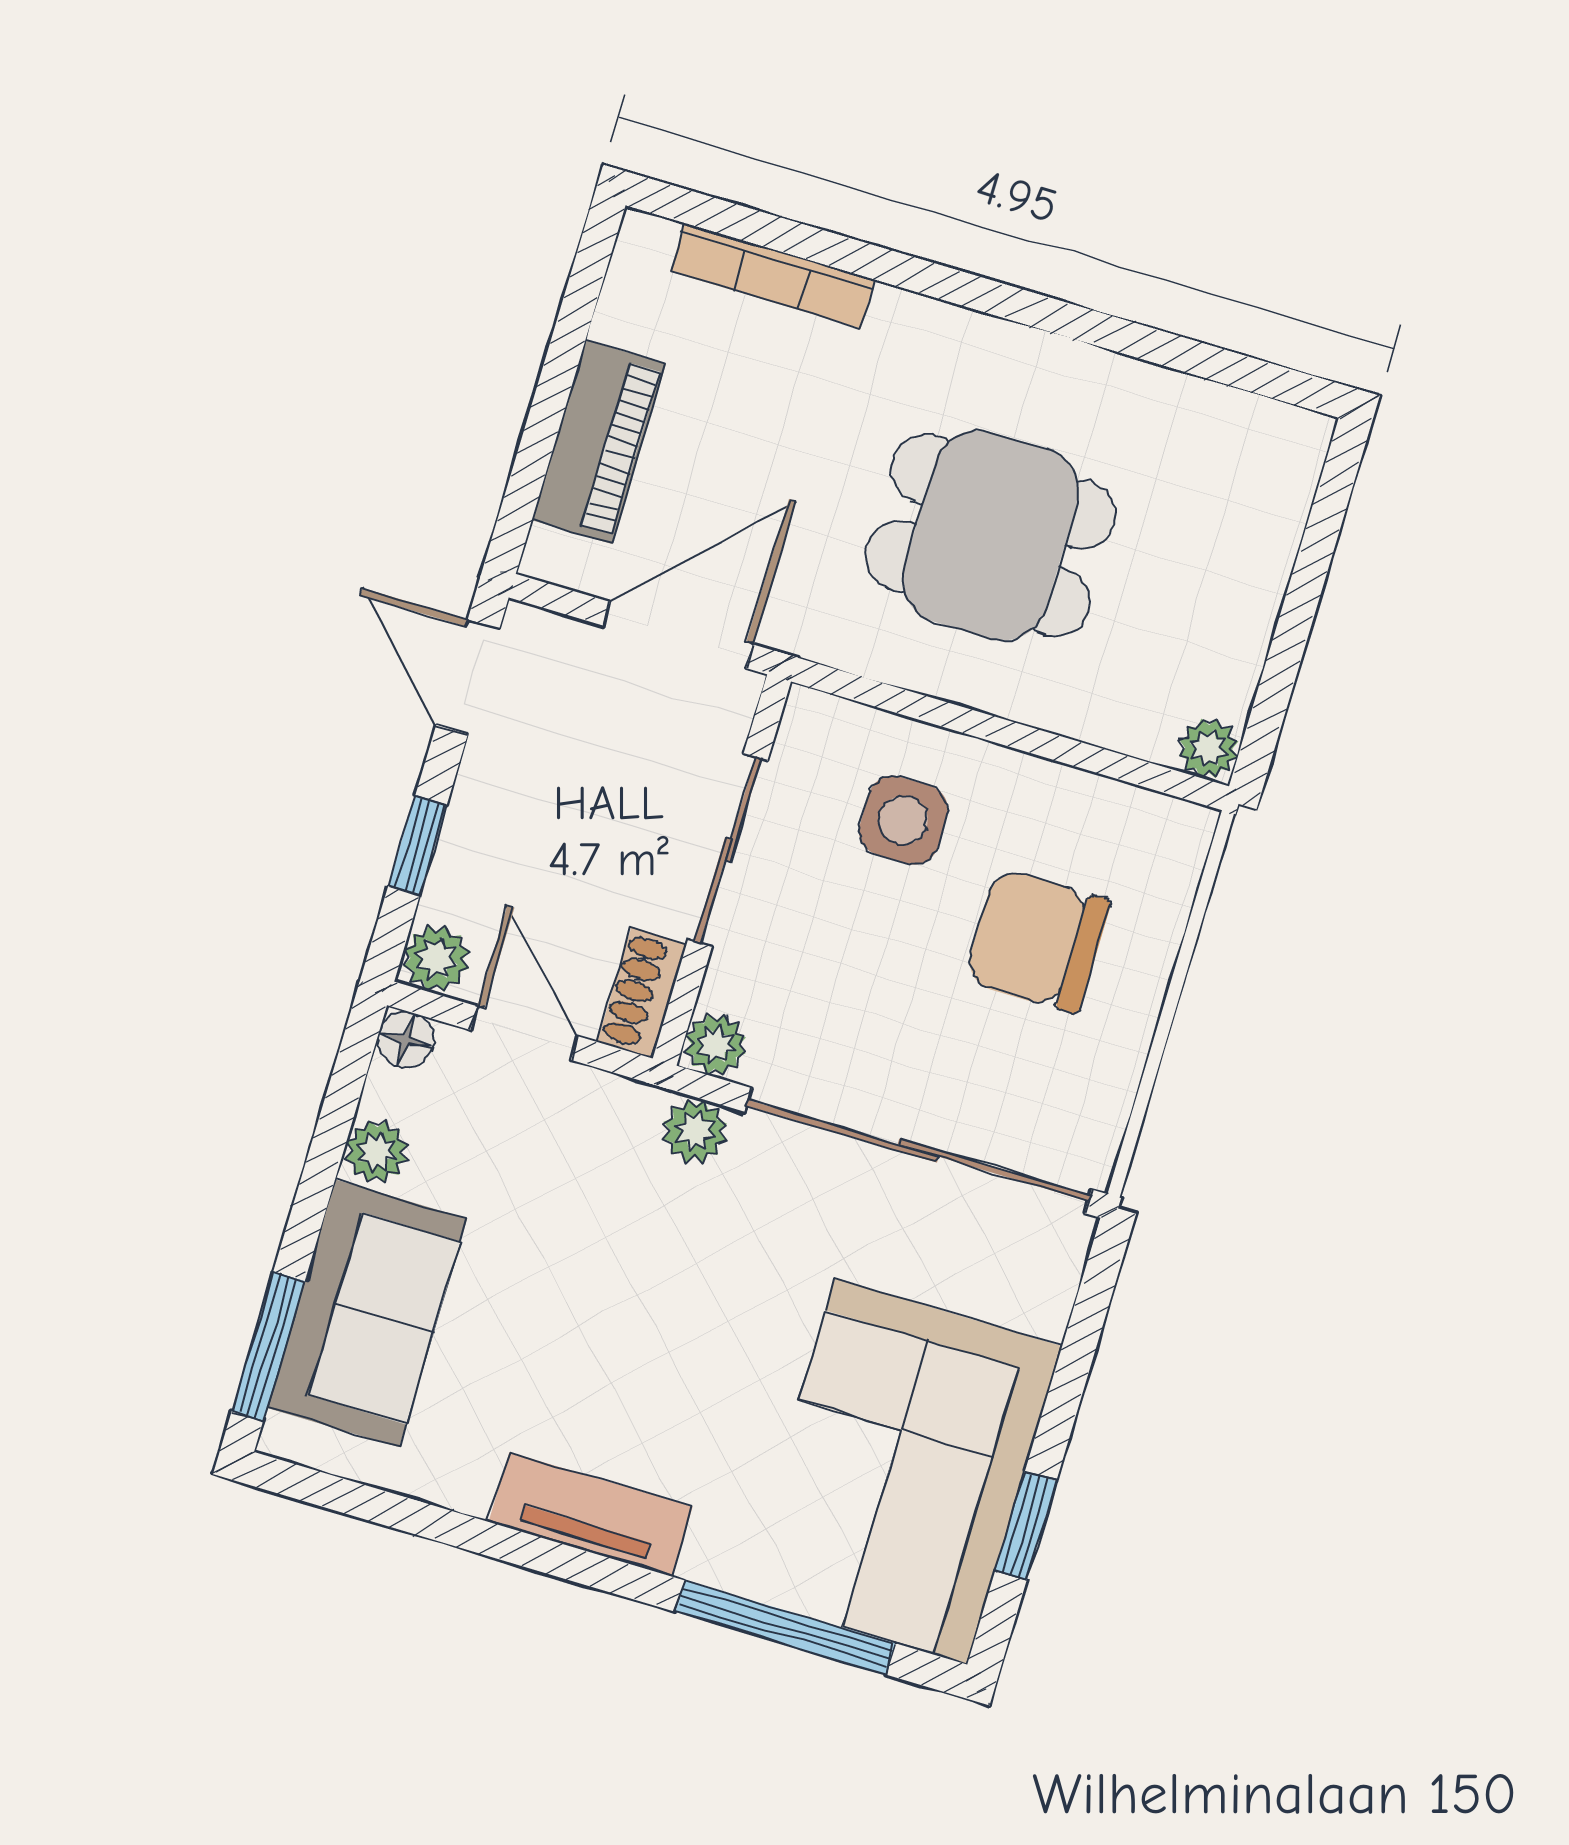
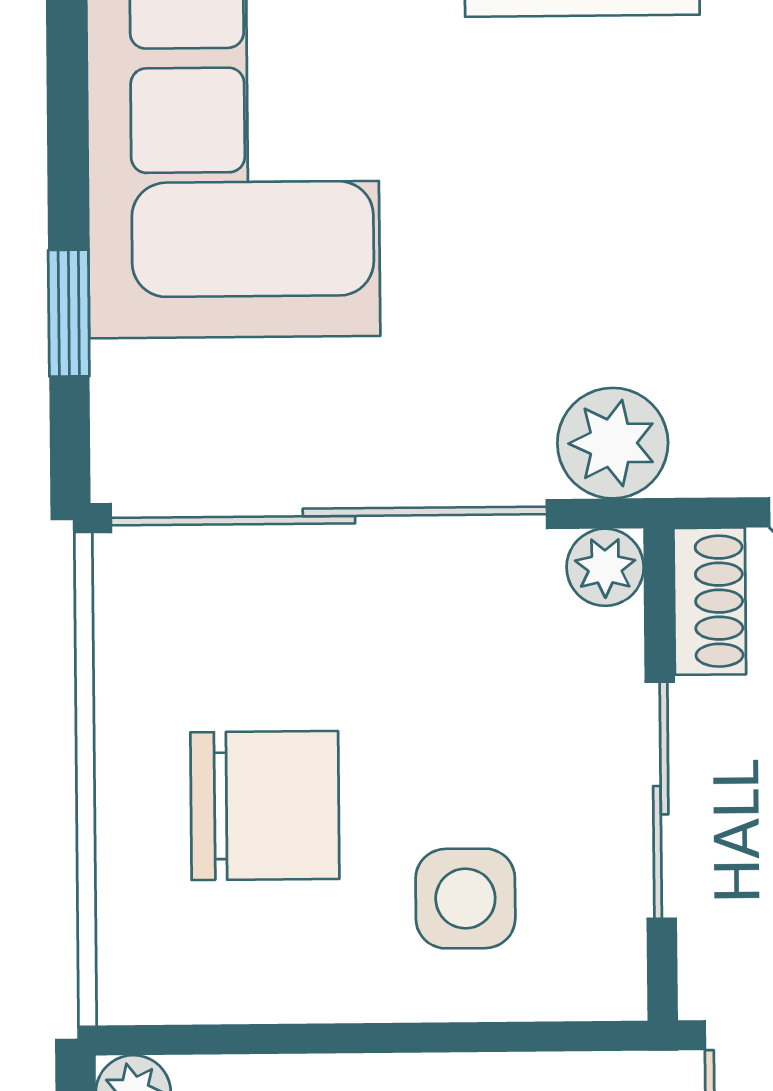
plant: (695, 1131) -> (613, 443), width x1.38, depth x1.38
window: (1026, 1526) -> (69, 313), moved

